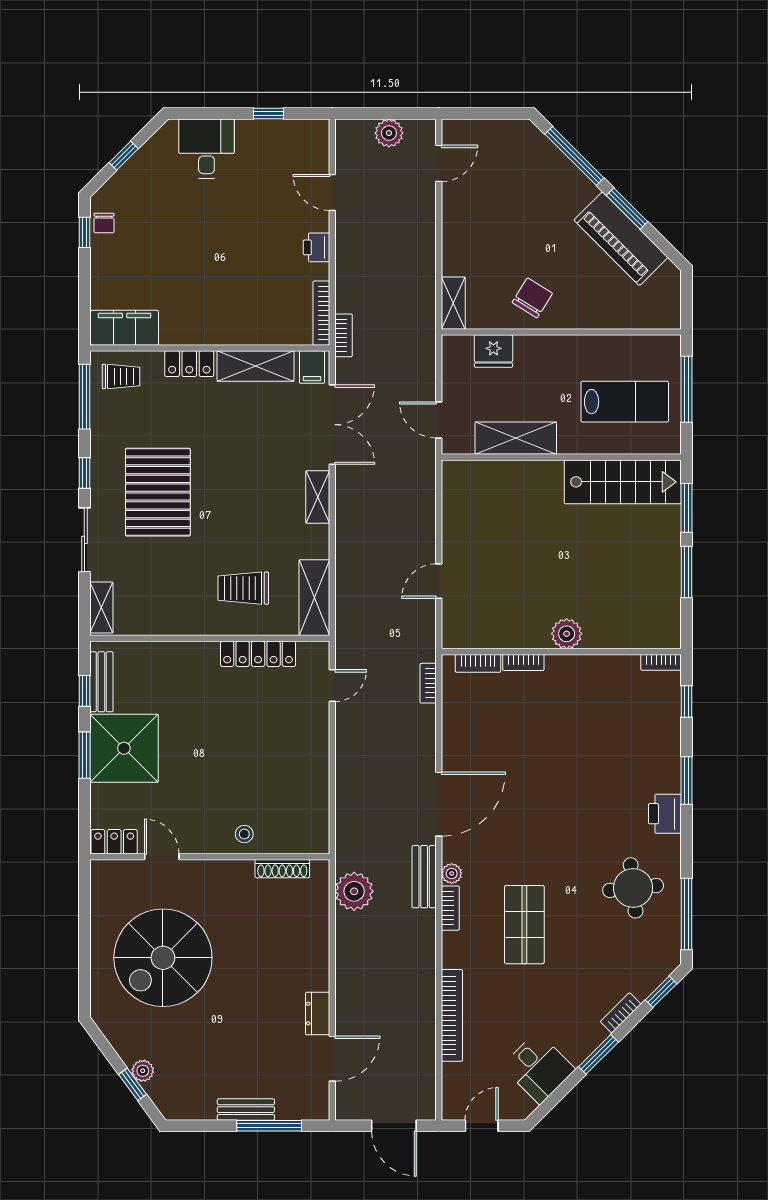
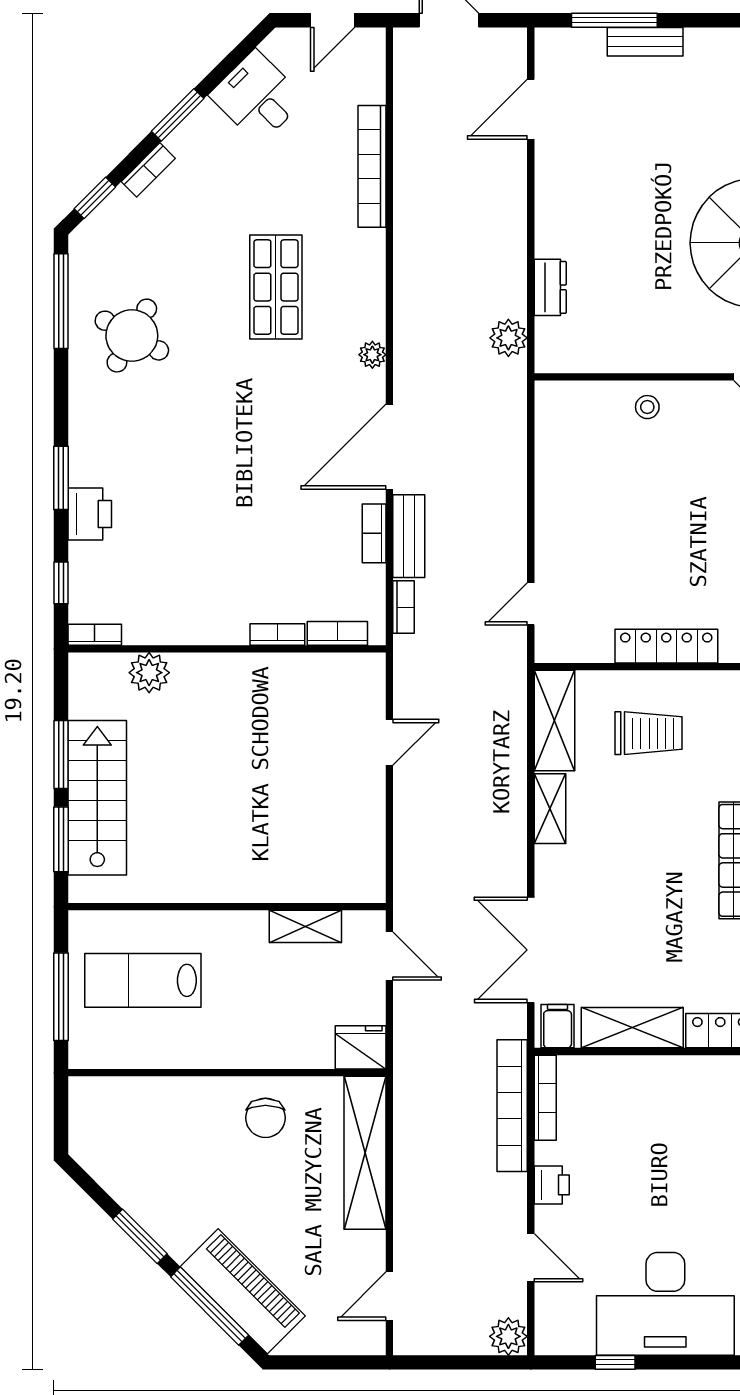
plant: (389, 133) -> (508, 1336), moved
desk: (206, 149) -> (665, 1304), width x1.87, depth x1.30
piano: (621, 239) -> (243, 1291), moved
chair: (532, 298) -> (265, 1118), turned -32
shelving: (453, 303) -> (365, 1153), width x2.20, depth x1.33
bookcase: (343, 335) -> (512, 1106), width x2.31, depth x1.31
fridge: (493, 351) -> (361, 1047), moved
shelving: (516, 438) -> (305, 926), width x0.67, depth x0.75
stairs: (623, 482) -> (97, 798), moved, turned 90
shelving: (318, 497) -> (550, 809), moved
plant: (567, 634) -> (149, 673), moved
locker: (258, 654) -> (666, 646), moved
printer: (665, 814) -> (90, 514), moved
shoe rack: (282, 869) -> (597, 361), removed
bench: (424, 877) -> (409, 536), moved
round table: (633, 888) -> (132, 336), turned 35
plant: (354, 891) -> (508, 338), width x0.73, depth x0.73
bookcase: (450, 908) -> (374, 533), moved
dresser: (318, 1014) -> (550, 287), moved

